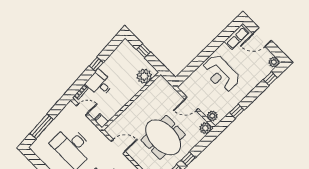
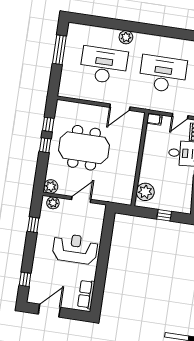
door: (262, 37) -> (49, 311), moved
plant: (274, 62) -> (33, 297), removed

